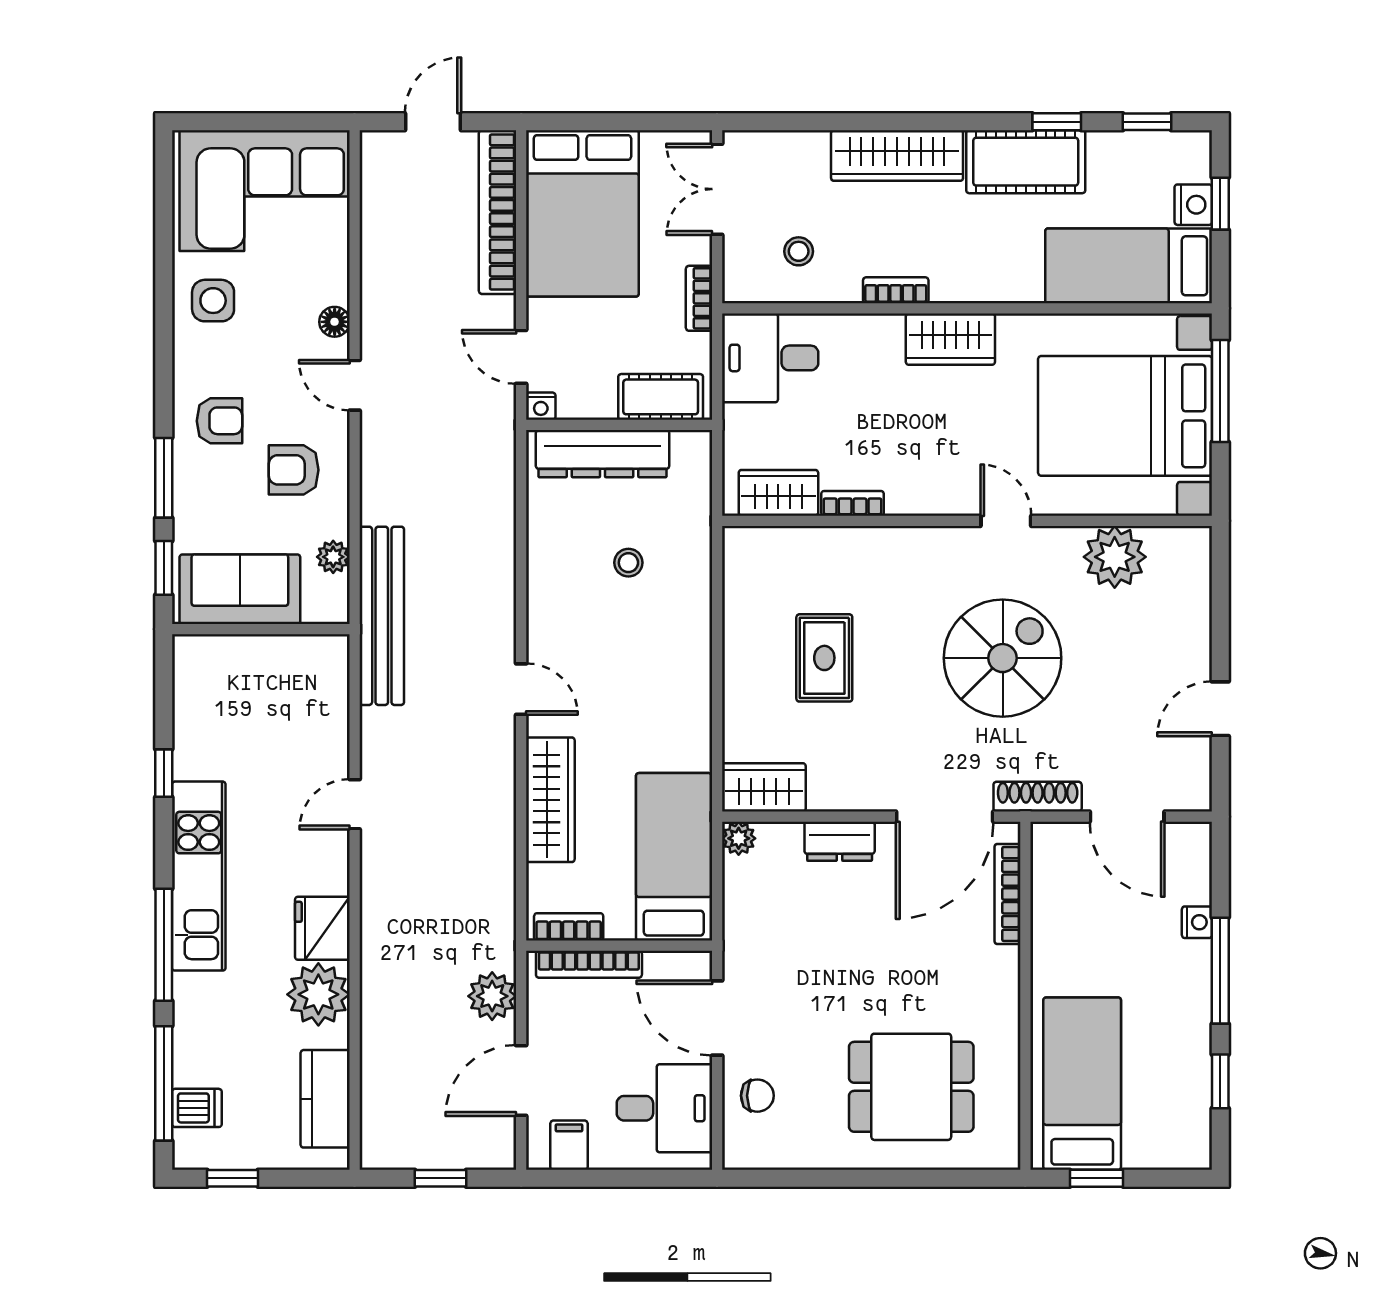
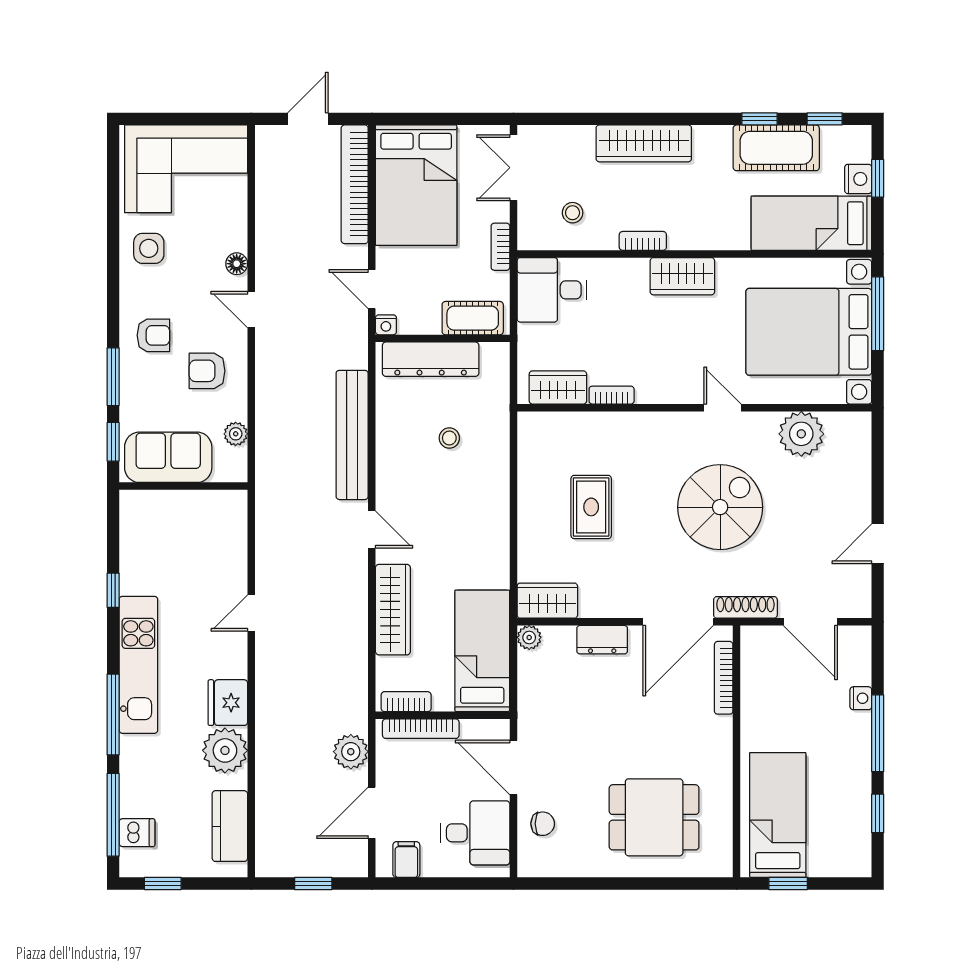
cot: (1026, 162) -> (776, 148), moved
bench: (382, 616) -> (352, 435), moved

